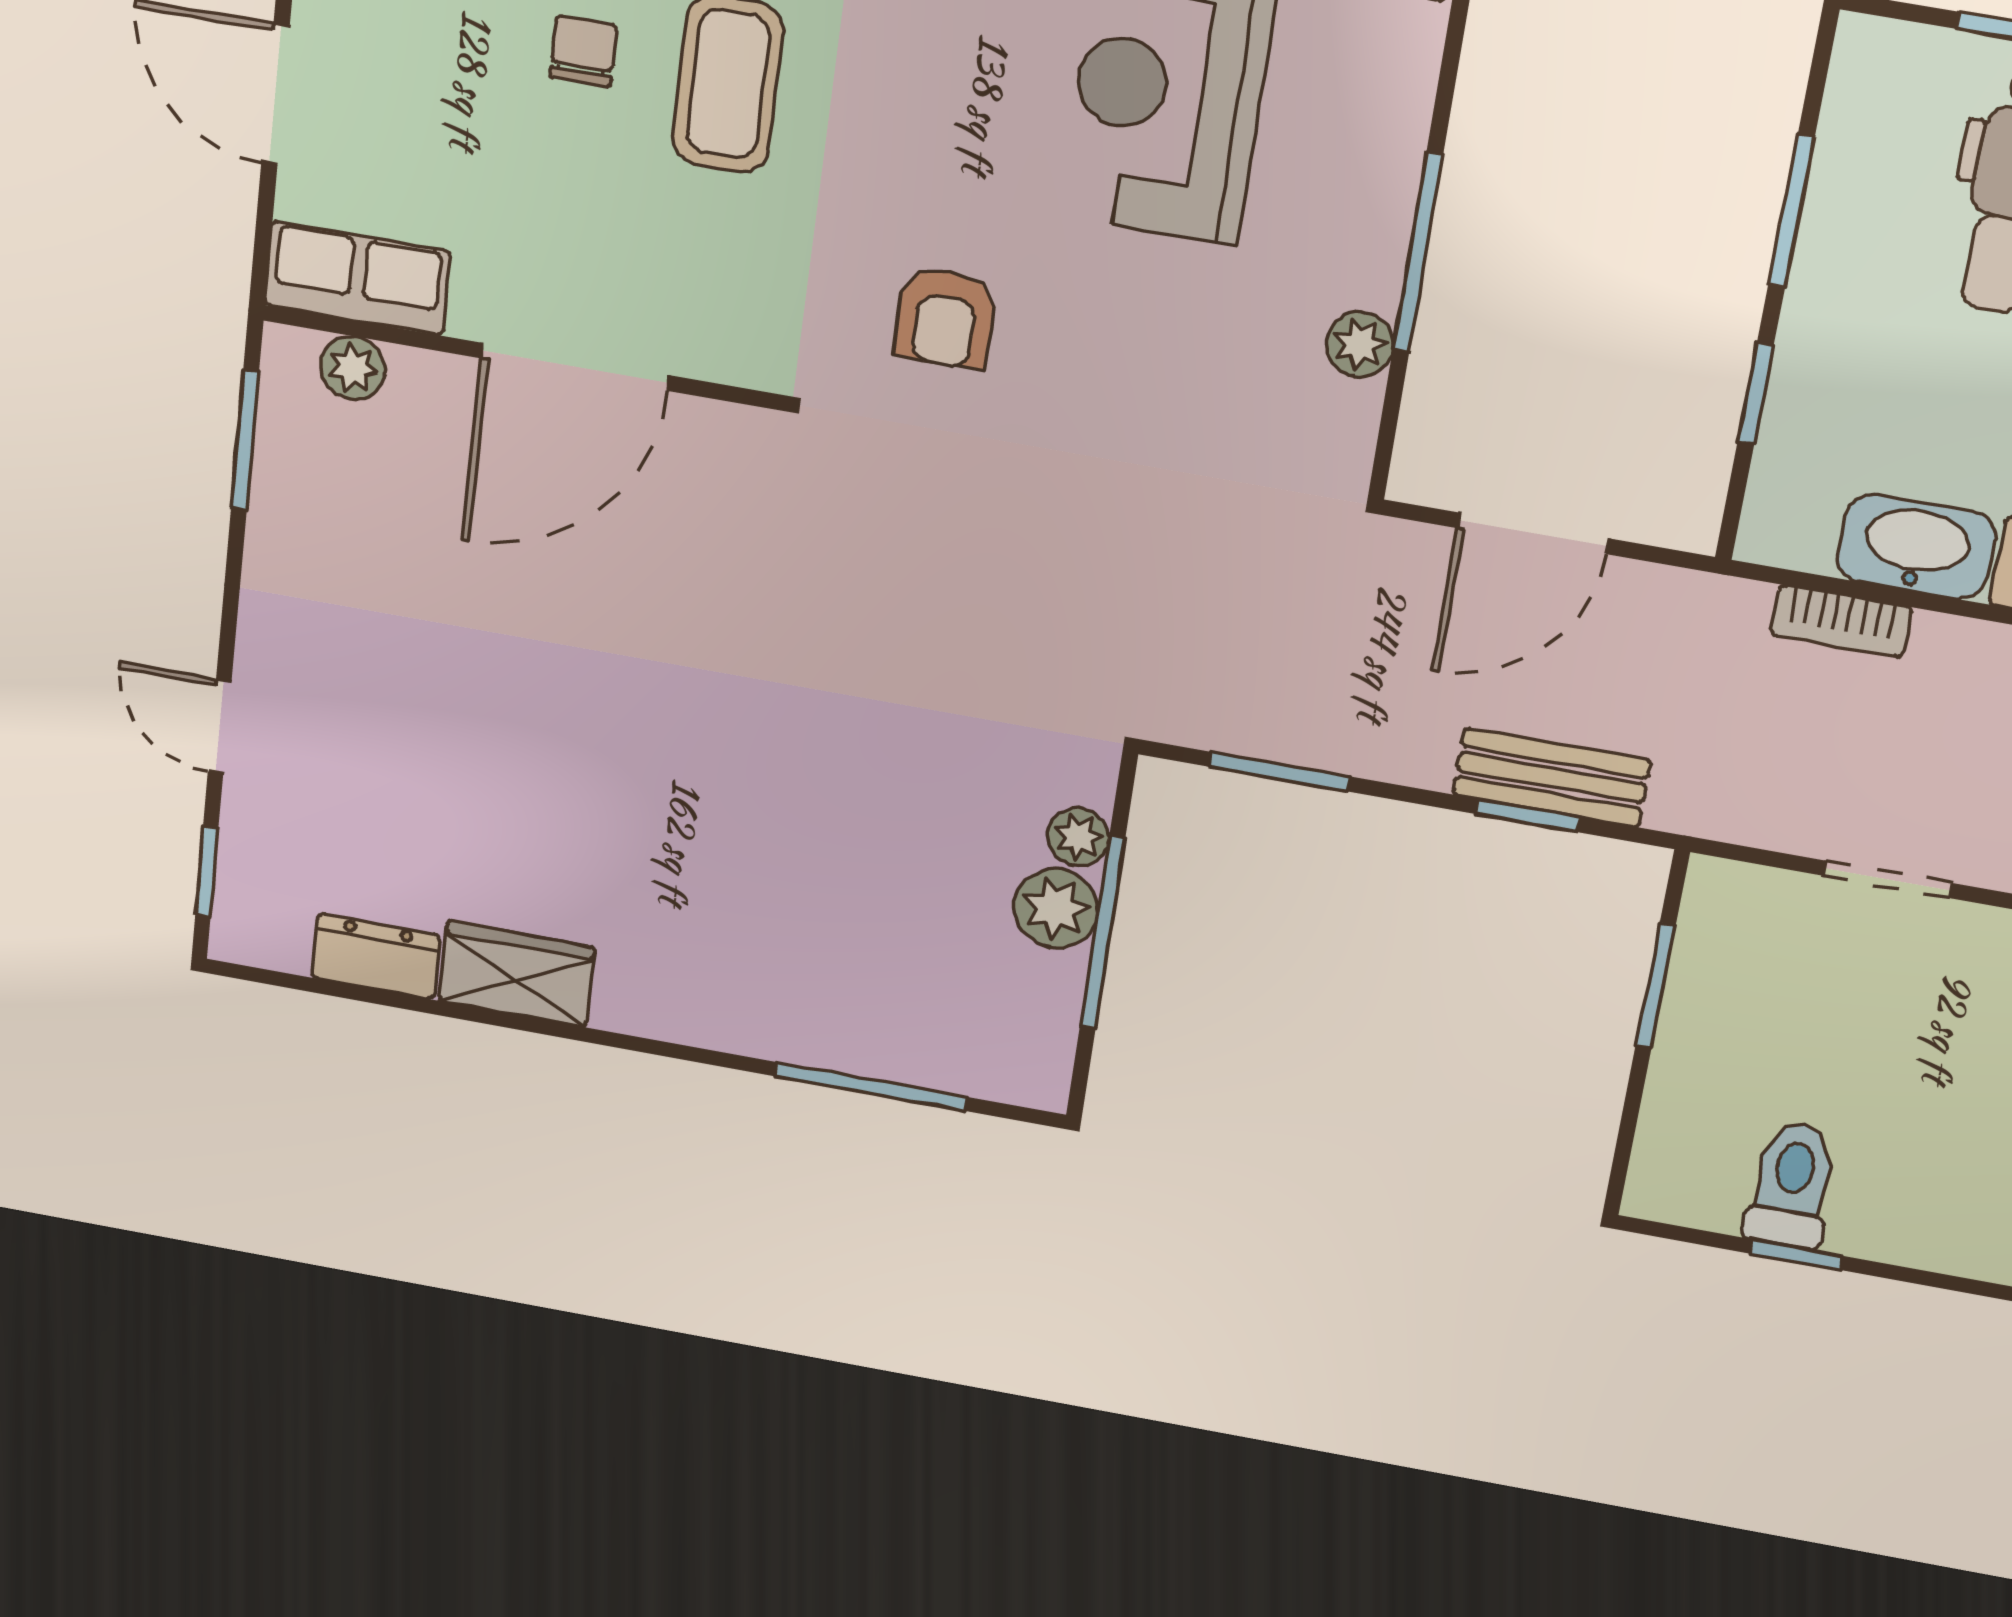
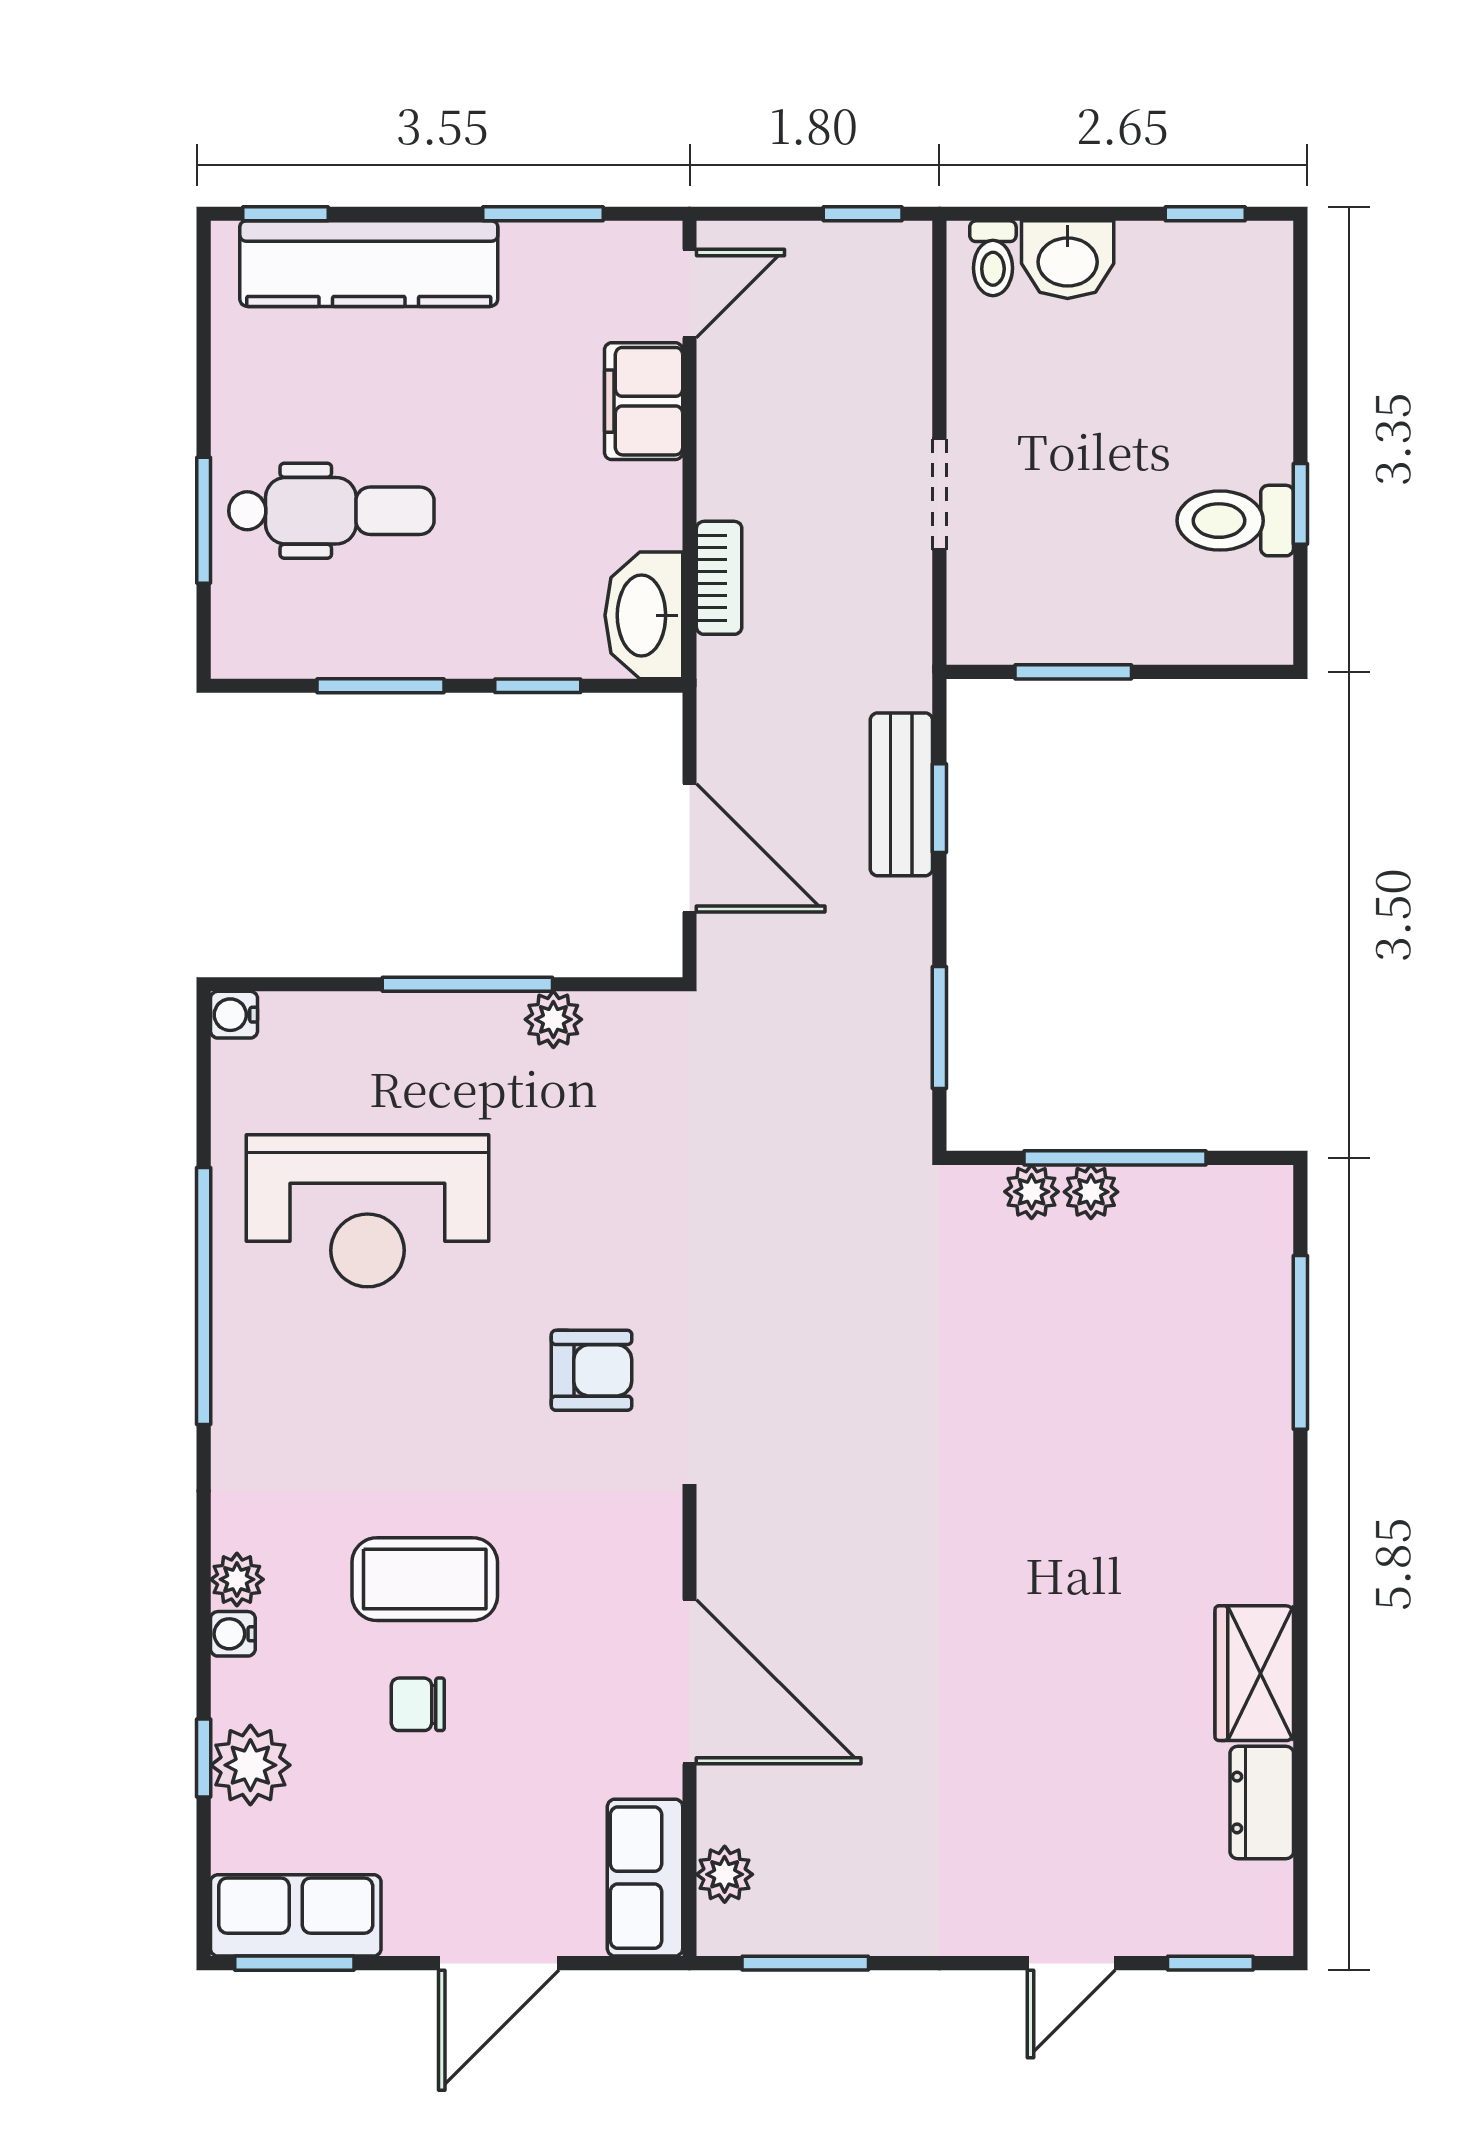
washbasin: (1916, 547) -> (644, 615), moved
plant: (1056, 908) -> (1091, 1192), width x0.73, depth x0.73

